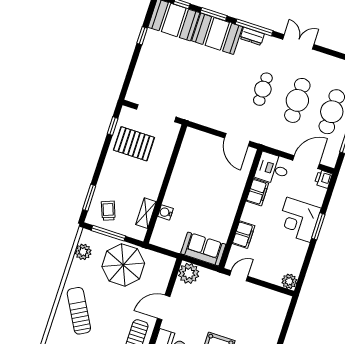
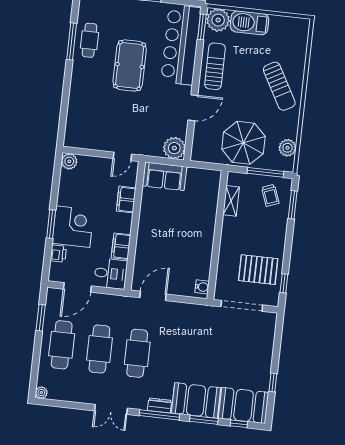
cafe table: (263, 89) -> (137, 353), width x1.37, depth x1.35
door: (237, 140) -> (153, 296), hinge flipped
printer: (323, 179) -> (58, 253), moved
water cooler: (165, 212) -> (202, 287), moved

